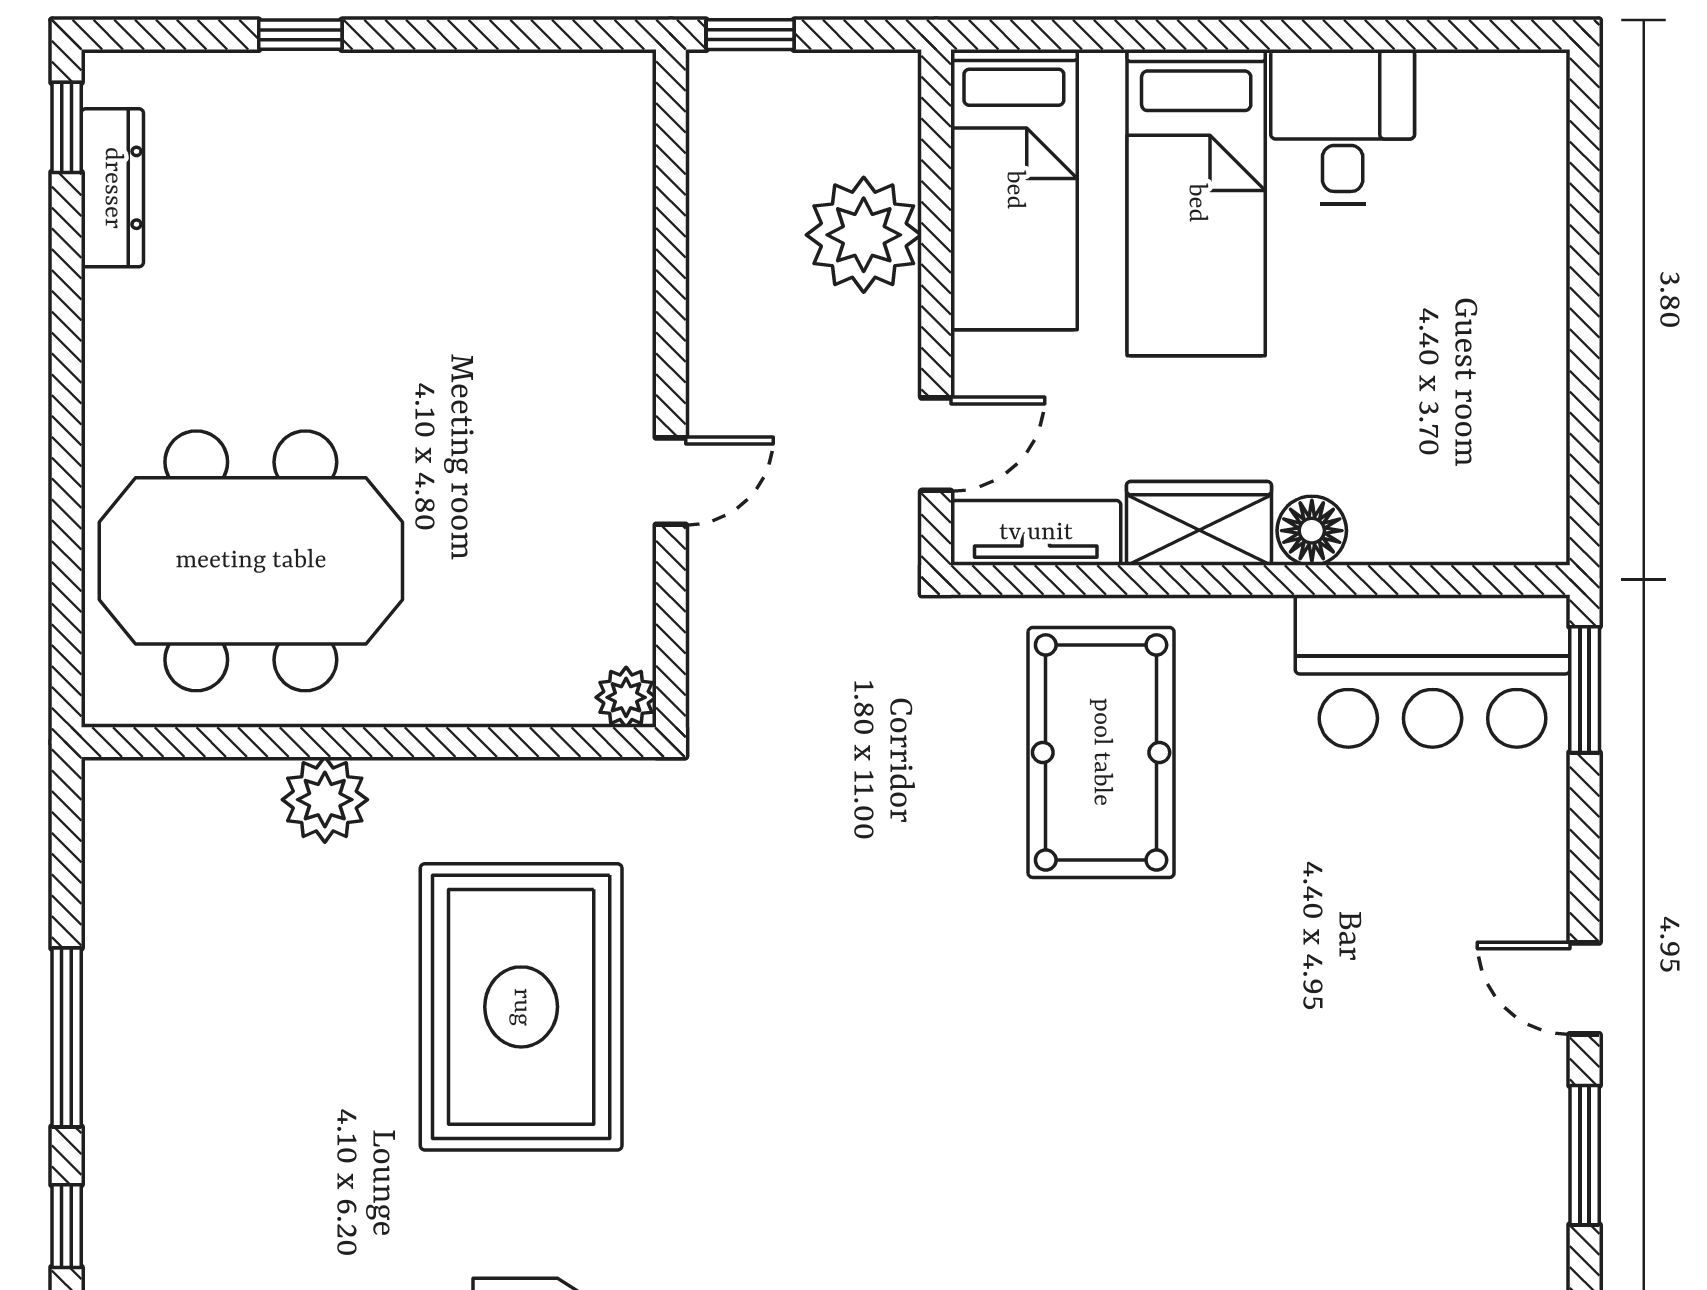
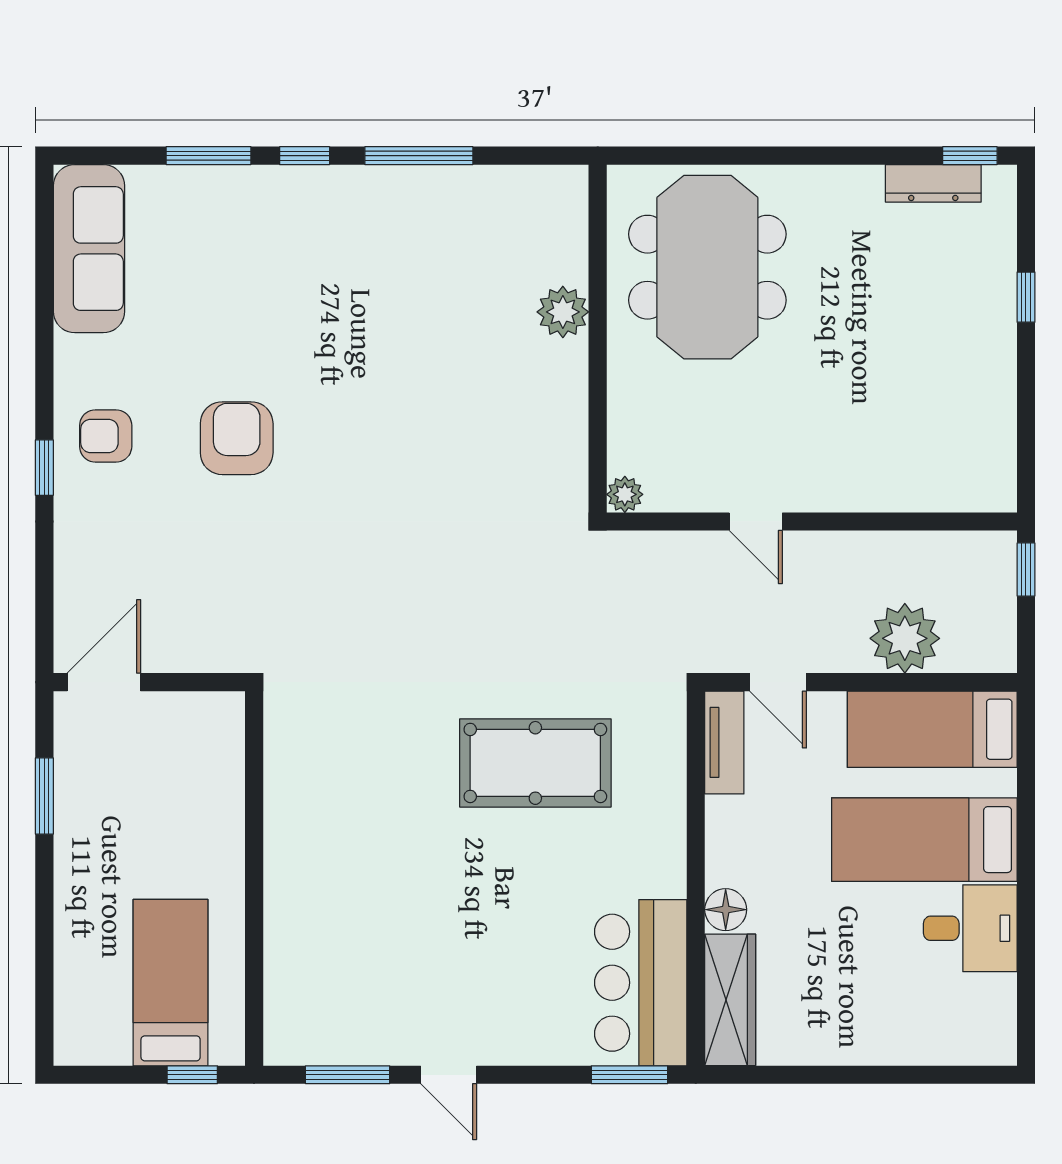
wardrobe: (1199, 523) -> (730, 1000), moved, width x1.50
pool table: (1101, 752) -> (535, 763), moved
door: (1585, 988) -> (449, 1075), swing flipped
rug: (521, 1007) -> (437, 431), removed

